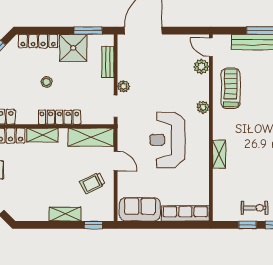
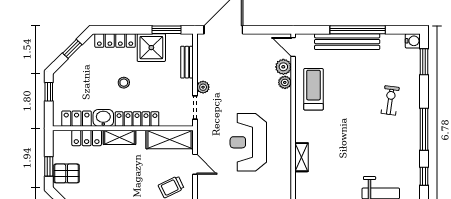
plant: (203, 107) -> (285, 82), moved
washbasin: (27, 116) -> (103, 118), added

